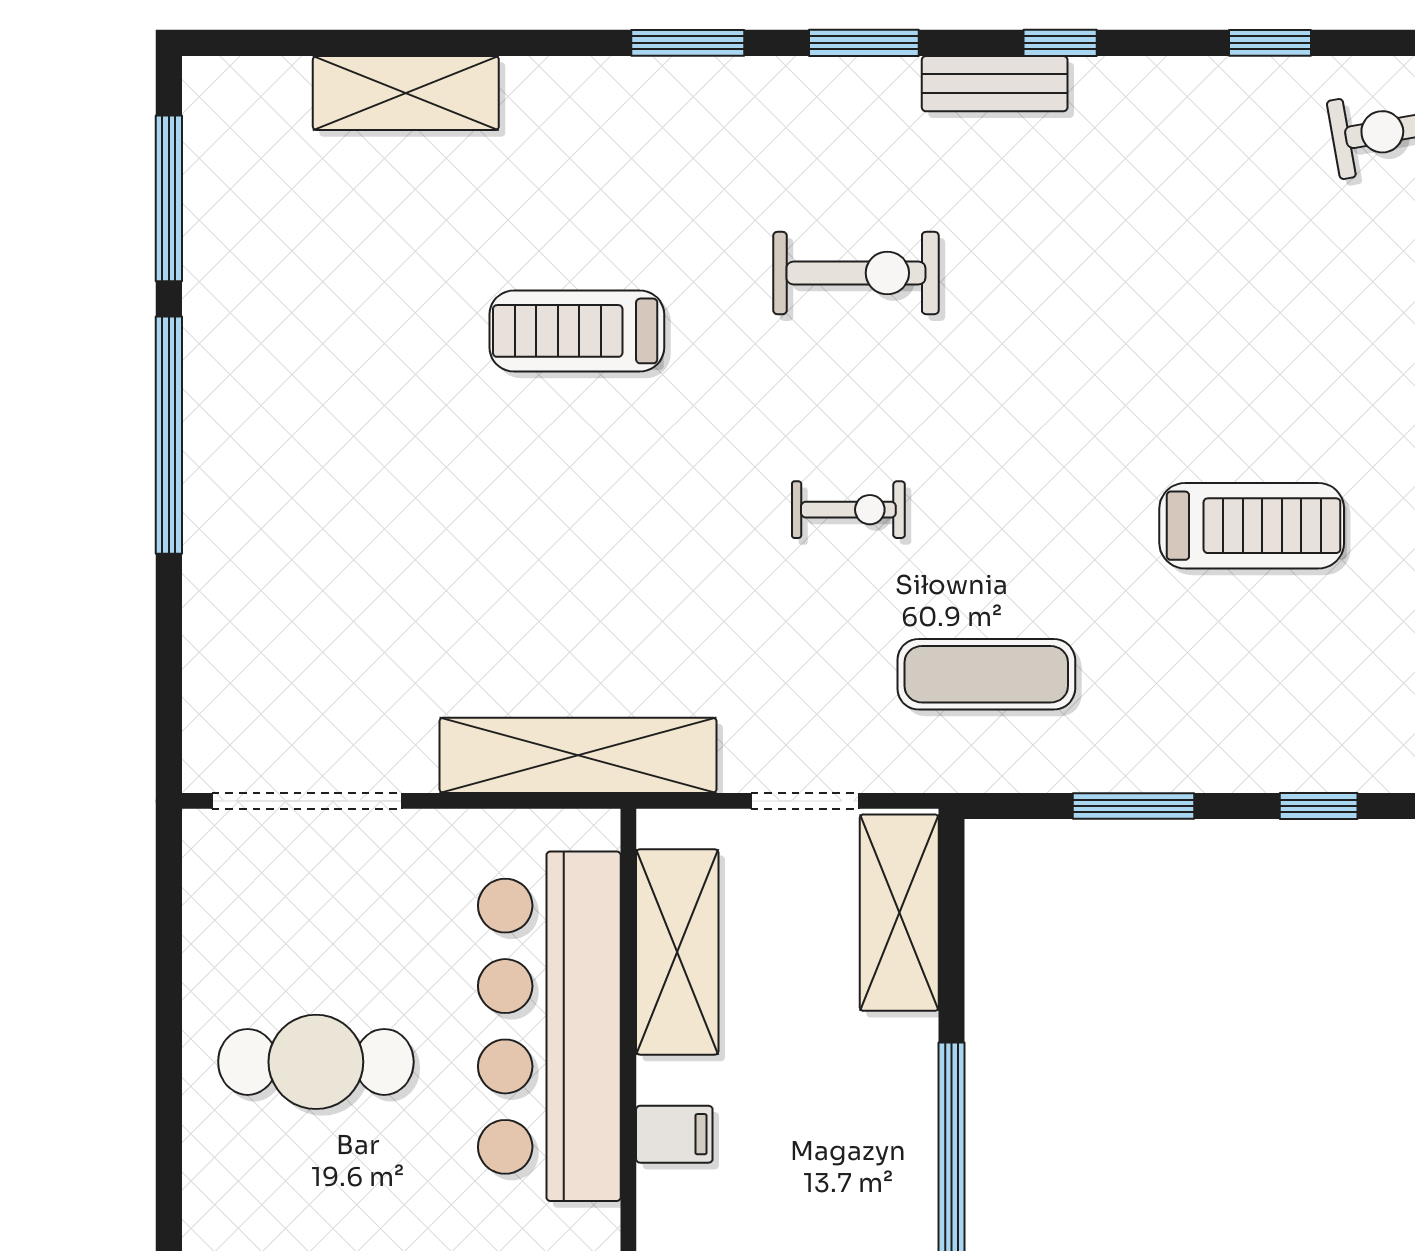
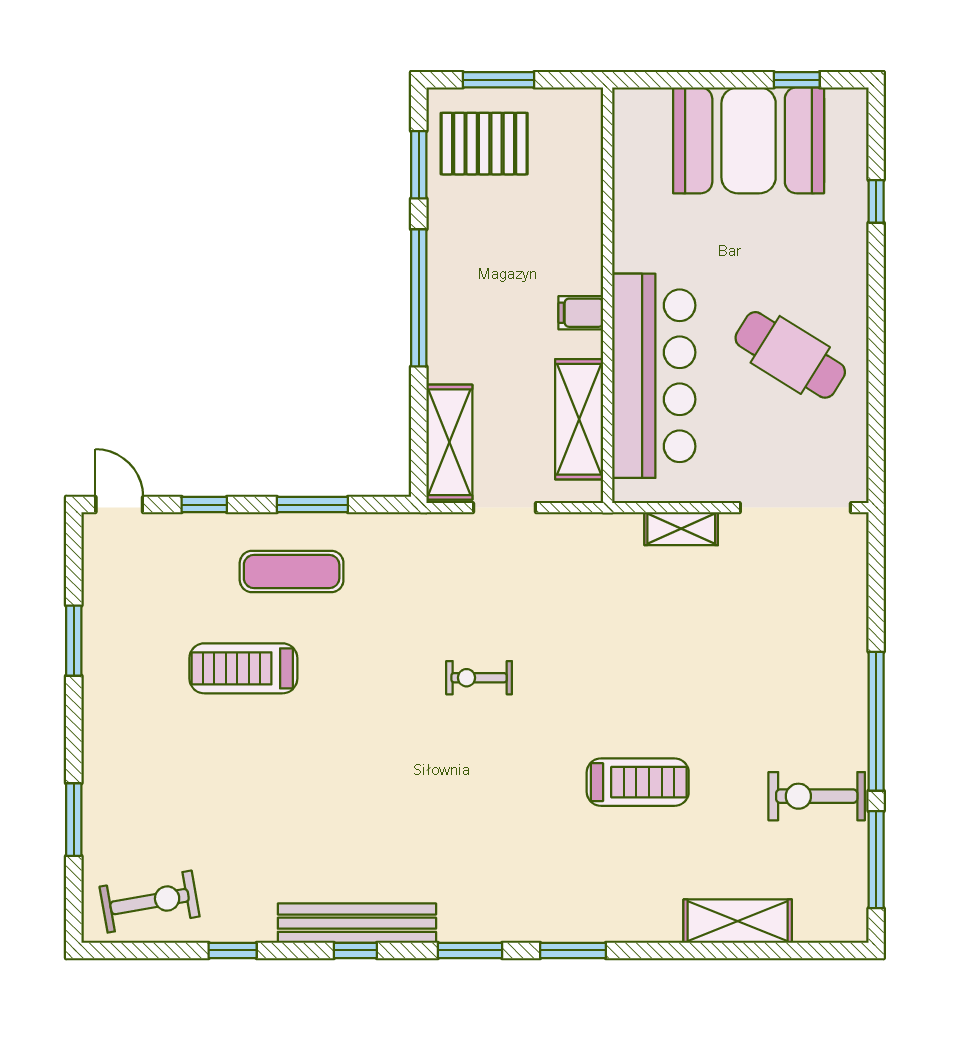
bench: (995, 84) -> (357, 923), width x1.86, depth x1.21
exercise bike: (856, 273) -> (817, 796), moved
exercise mat: (986, 674) -> (292, 571), moved
shelving: (578, 755) -> (681, 529), width x0.45, depth x0.75
cafe table: (316, 1062) -> (790, 355), turned 32

